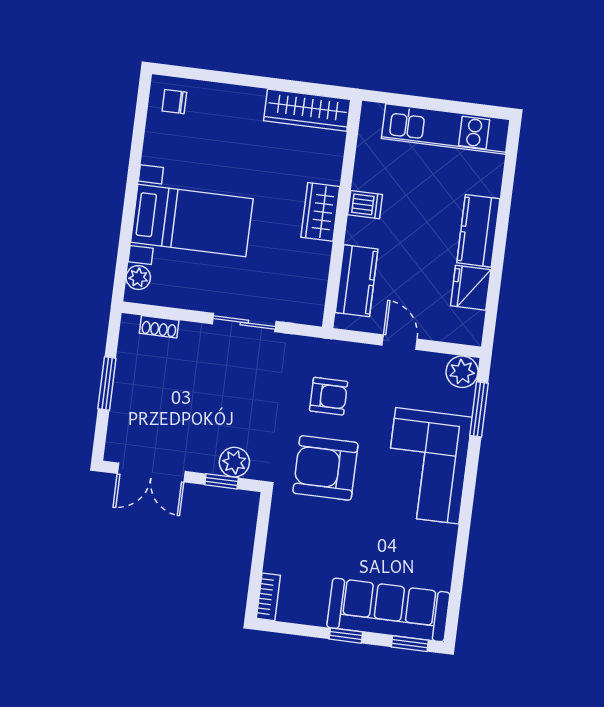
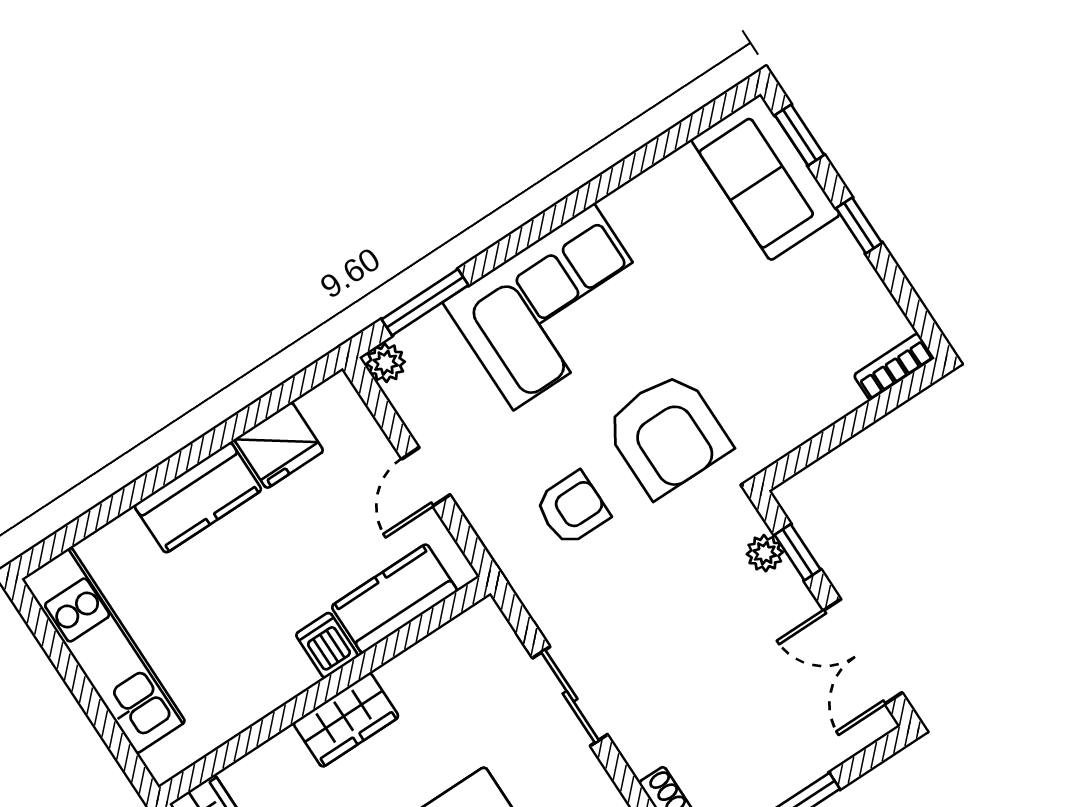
dishwasher: (365, 205) -> (327, 645), moved
plant: (462, 372) -> (386, 363), width x0.73, depth x0.73
armchair: (329, 396) -> (572, 509), turned 90
plant: (234, 462) -> (765, 553), width x0.73, depth x0.73
double door: (151, 472) -> (863, 652), swing flipped
sofa: (388, 610) -> (765, 177), width x0.73

